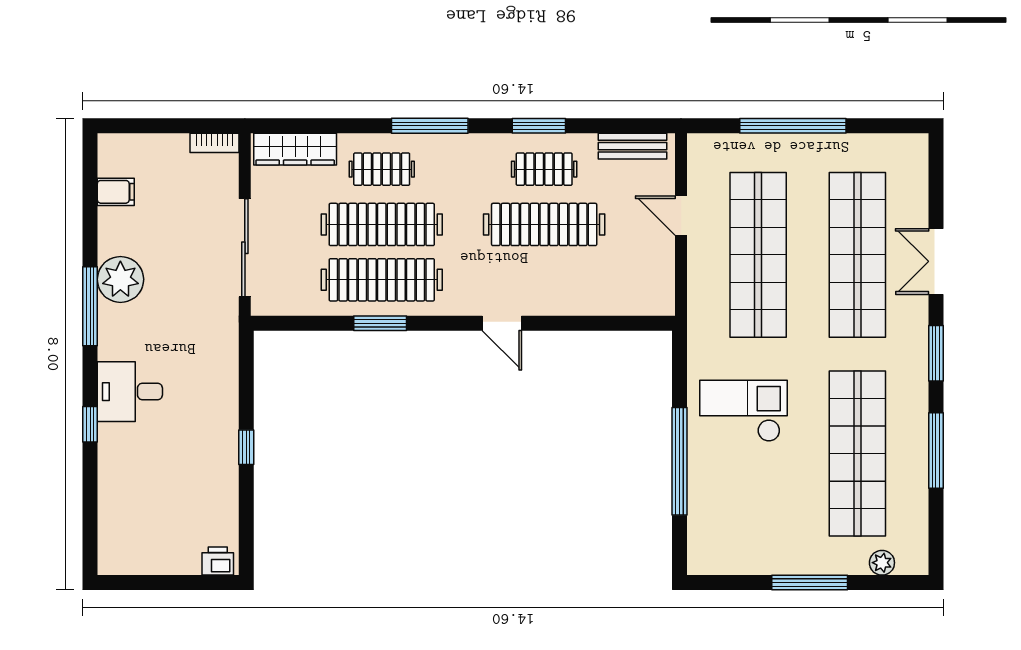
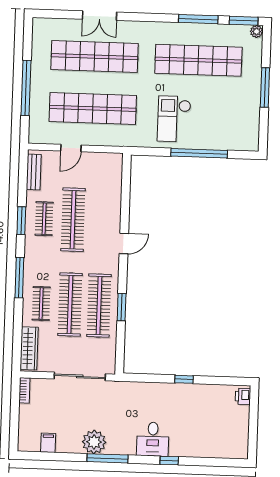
window: (936, 353) -> (244, 21), moved
plant: (882, 563) -> (257, 31), moved

